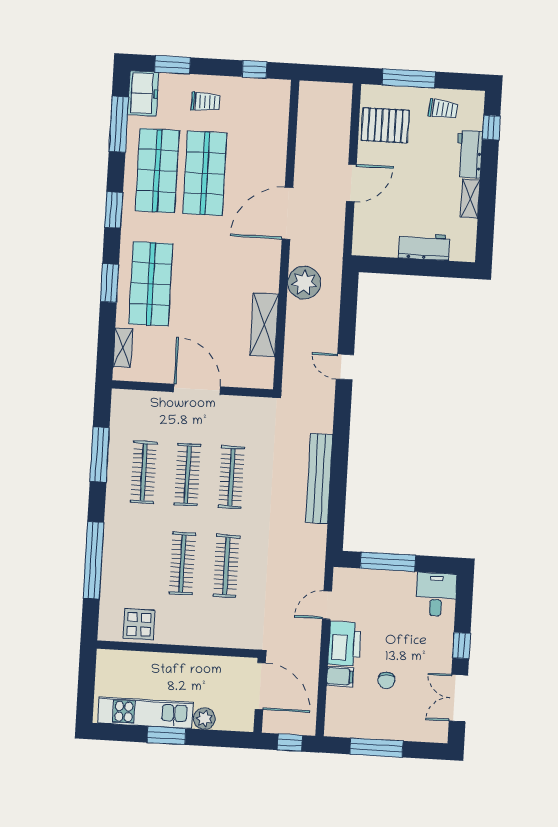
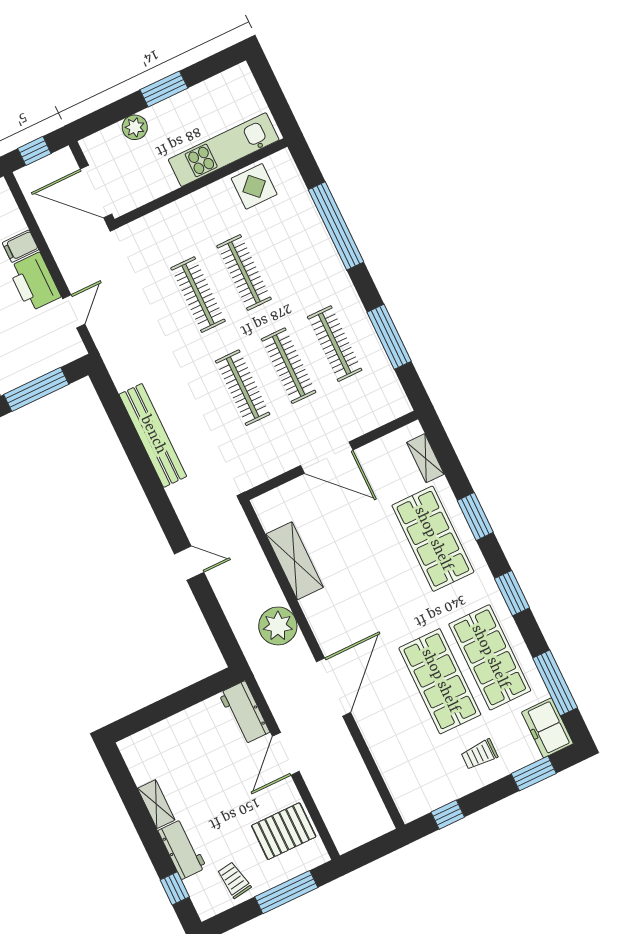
trolley: (443, 109) -> (234, 880), turned 76
workbench: (424, 247) -> (244, 713), moved, turned 90
kitchen unit: (145, 713) -> (224, 150), moved, turned 180

